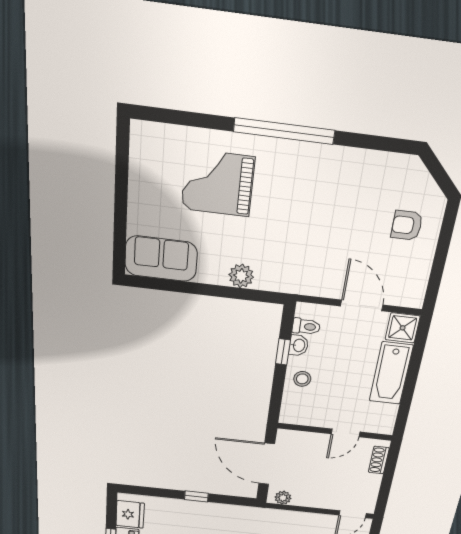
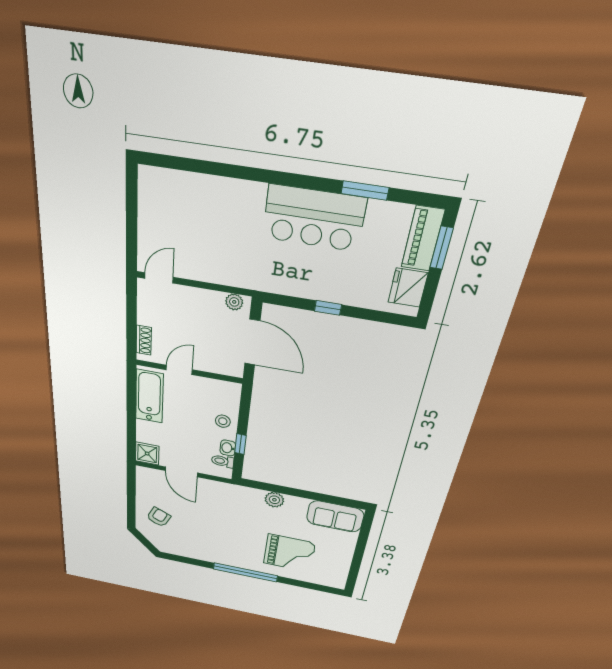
armchair: (407, 225) -> (159, 517), turned -65
bathtub: (391, 373) -> (149, 396), moved

